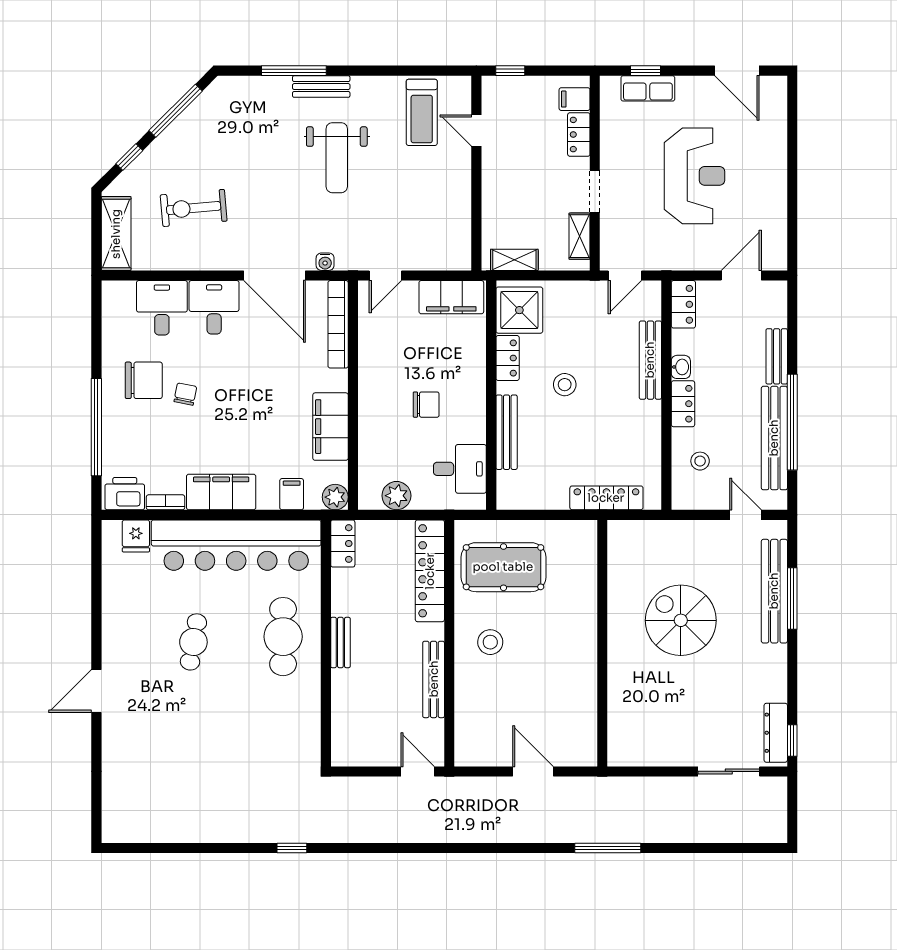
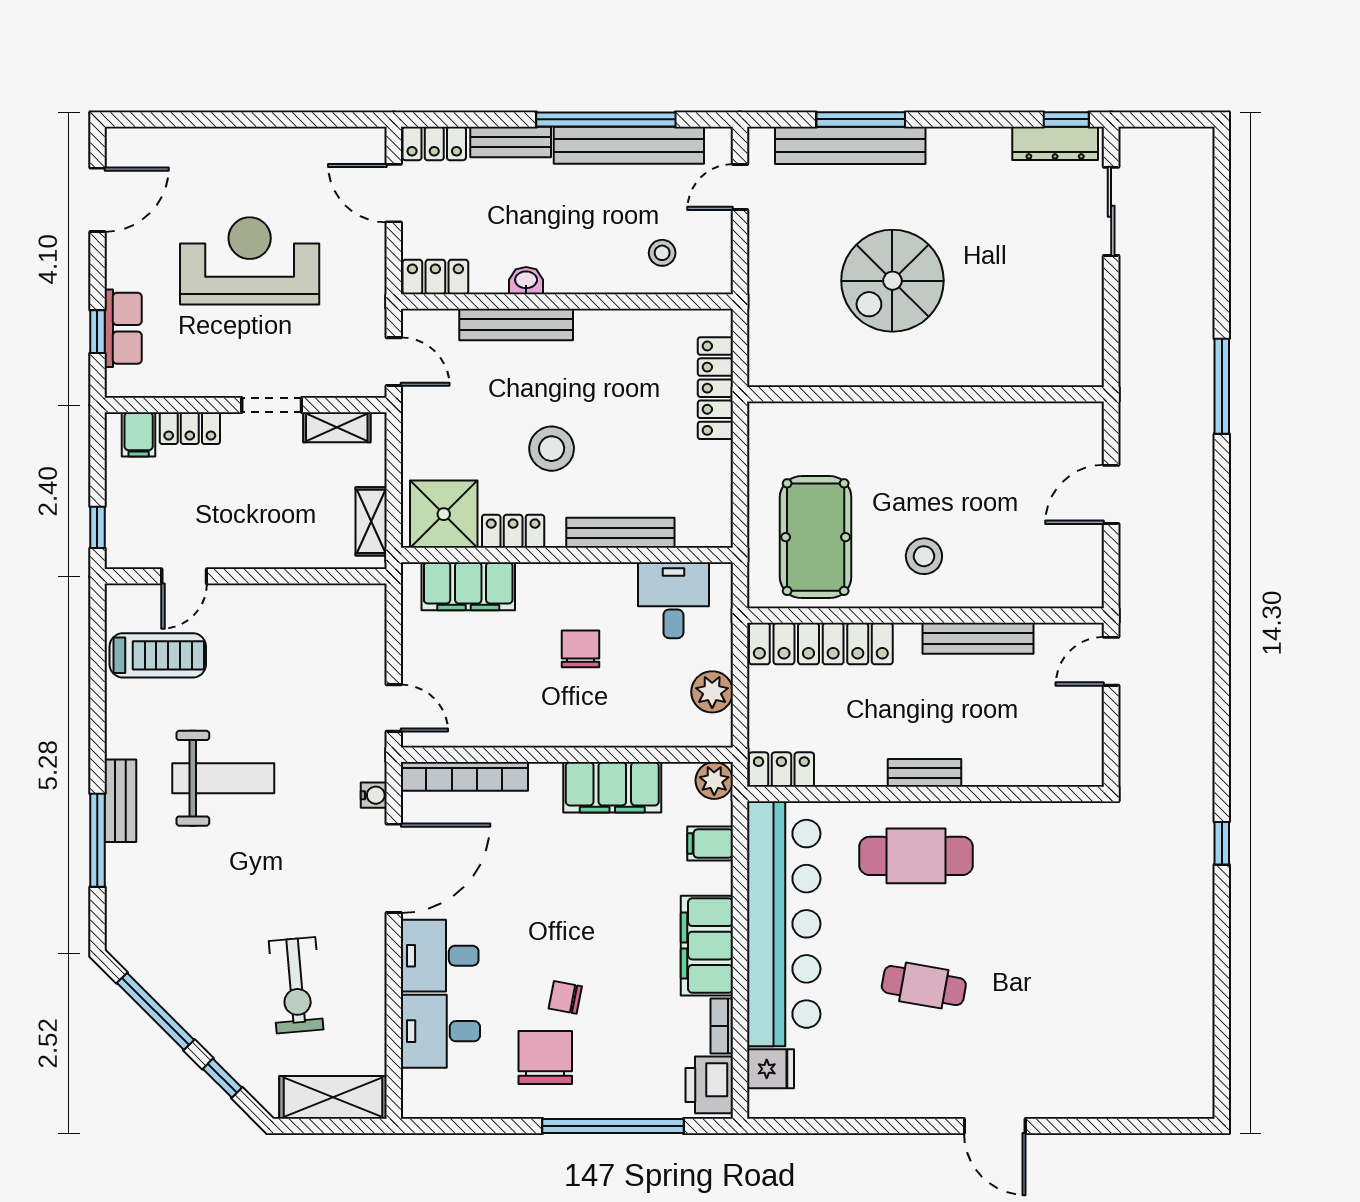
filing cabinet: (451, 297) -> (468, 586), moved, turned 90
stool: (565, 385) -> (552, 449), width x1.38, depth x1.38
locker: (683, 404) -> (434, 143), moved, turned 180

